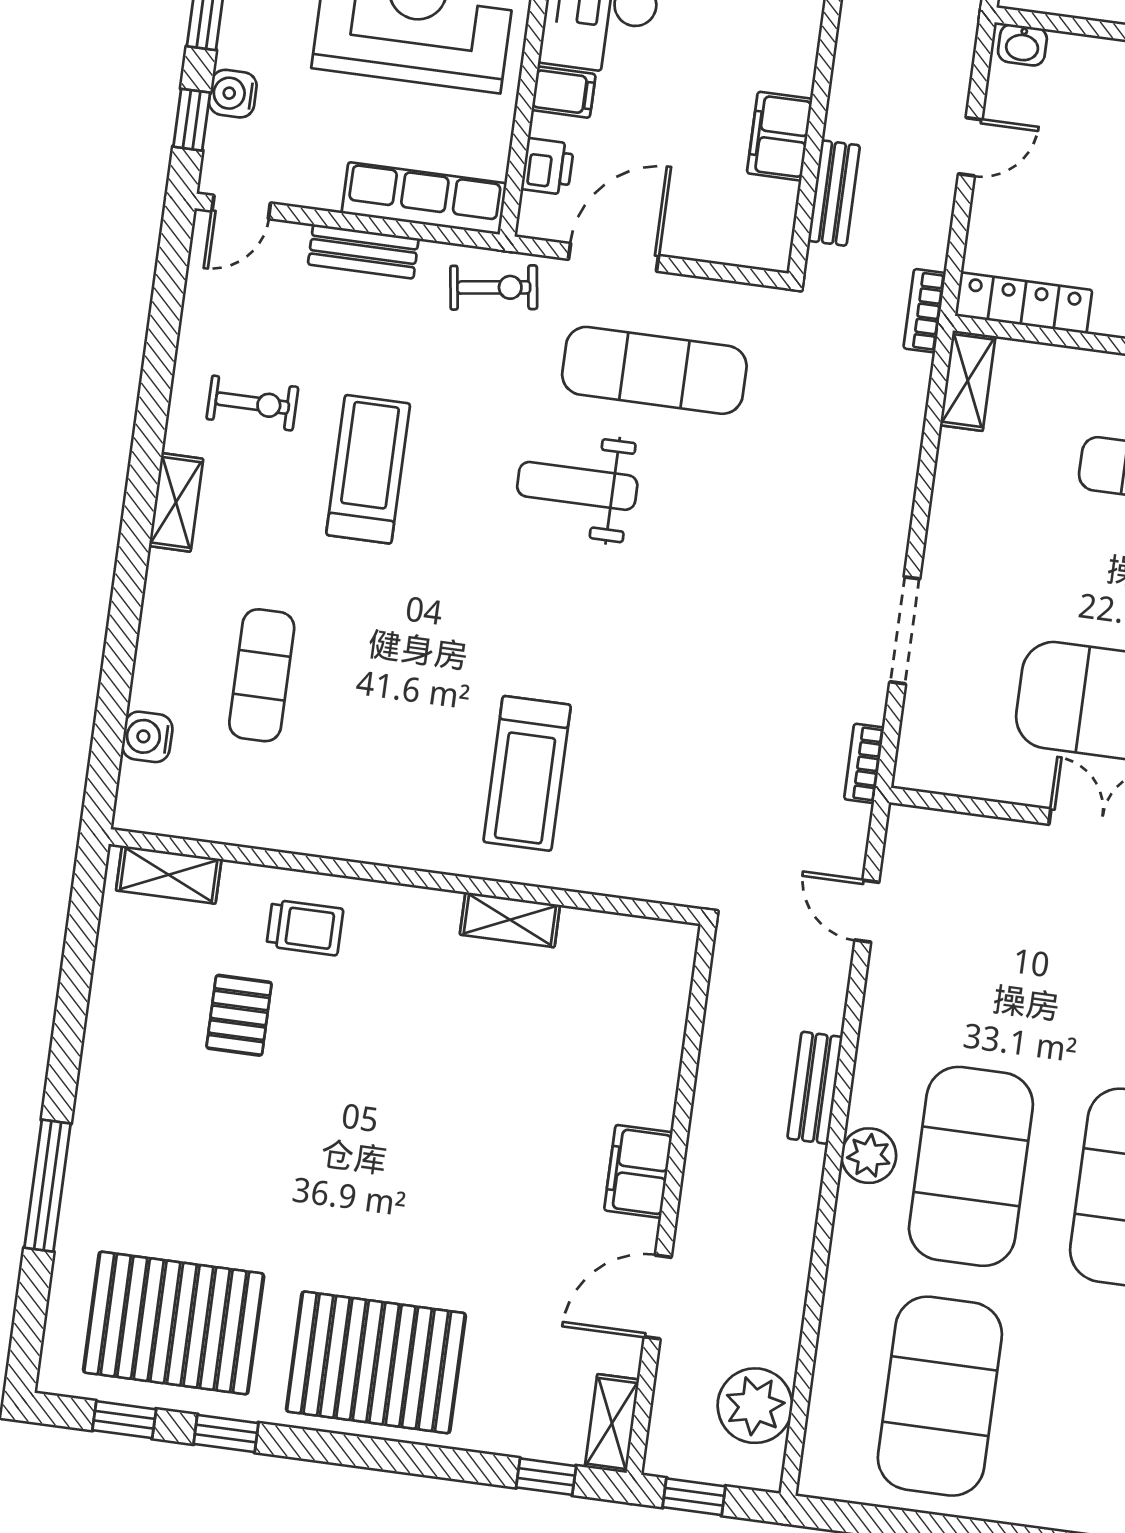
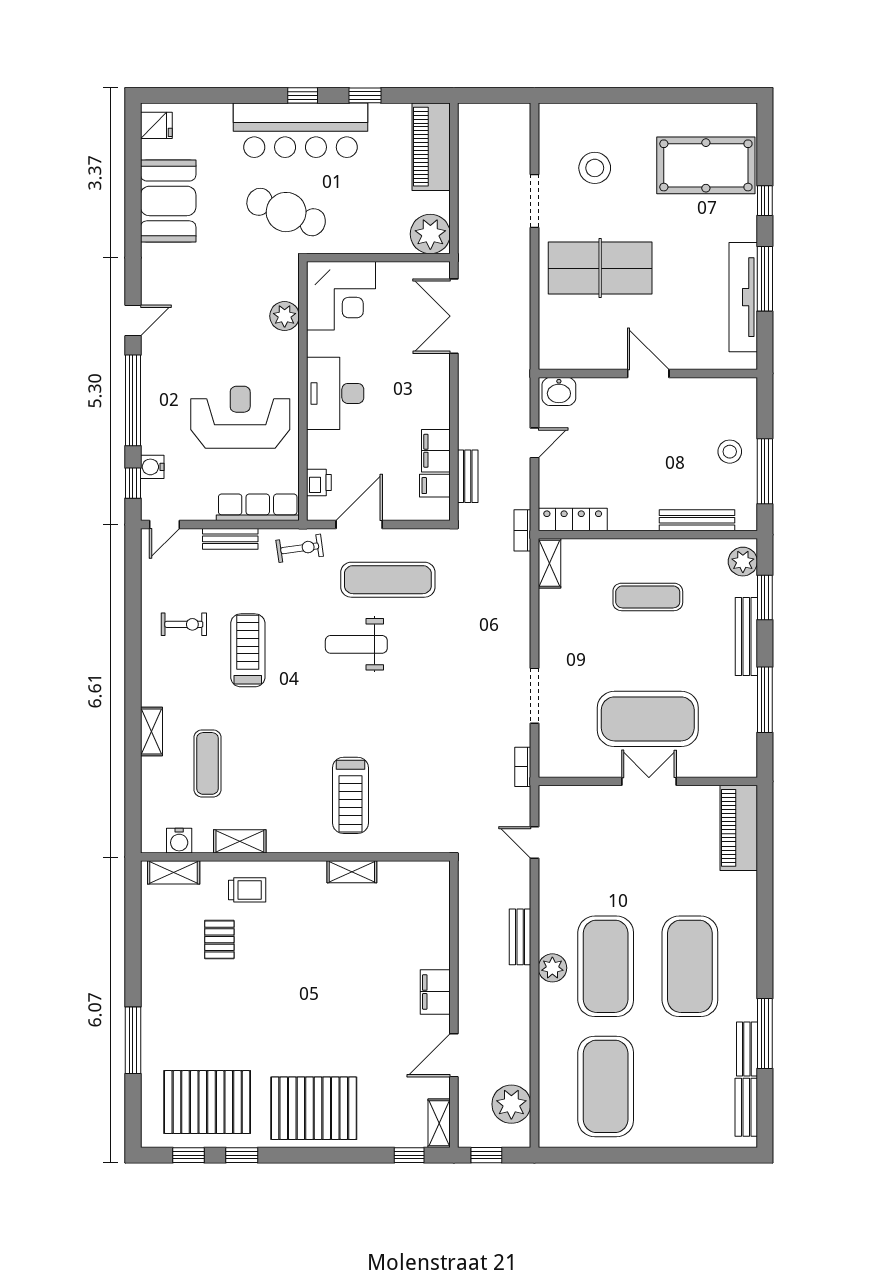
washbasin: (1022, 45) -> (559, 391), width x1.38, depth x1.45
filing cabinet: (564, 92) -> (435, 486), moved, turned 180
shelving: (176, 502) -> (151, 732), moved
water cooler: (147, 737) -> (179, 841), moved, turned -90
shelving: (303, 833) -> (240, 841), added

